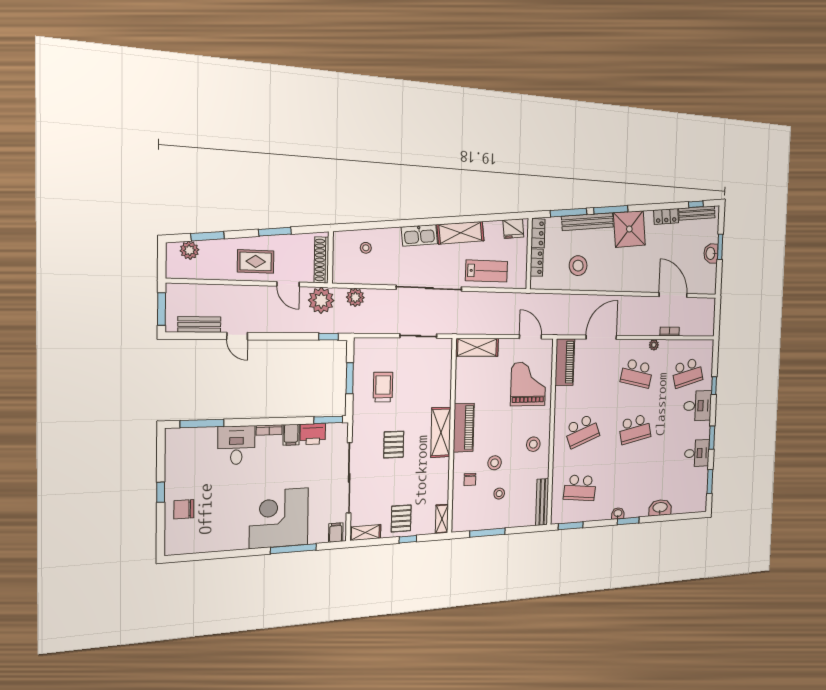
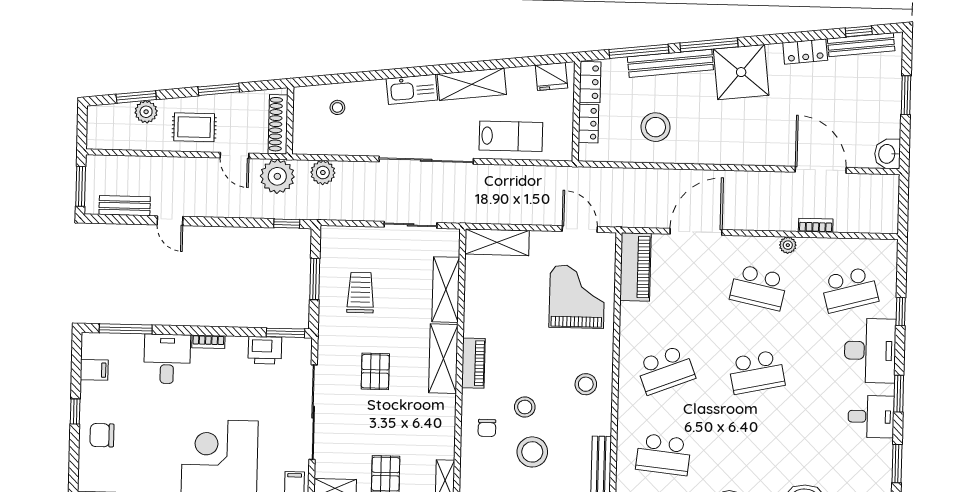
plant: (189, 250) -> (146, 112), moved
washbasin: (711, 253) -> (888, 154), moved
shelving: (443, 382) -> (446, 290), added
desk: (698, 406) -> (870, 351), width x1.37
piano: (464, 428) -> (473, 363), width x0.73, depth x0.75
filing cabinet: (291, 435) -> (94, 370), moved, turned -90
stool: (499, 494) -> (532, 452), width x1.89, depth x1.89

